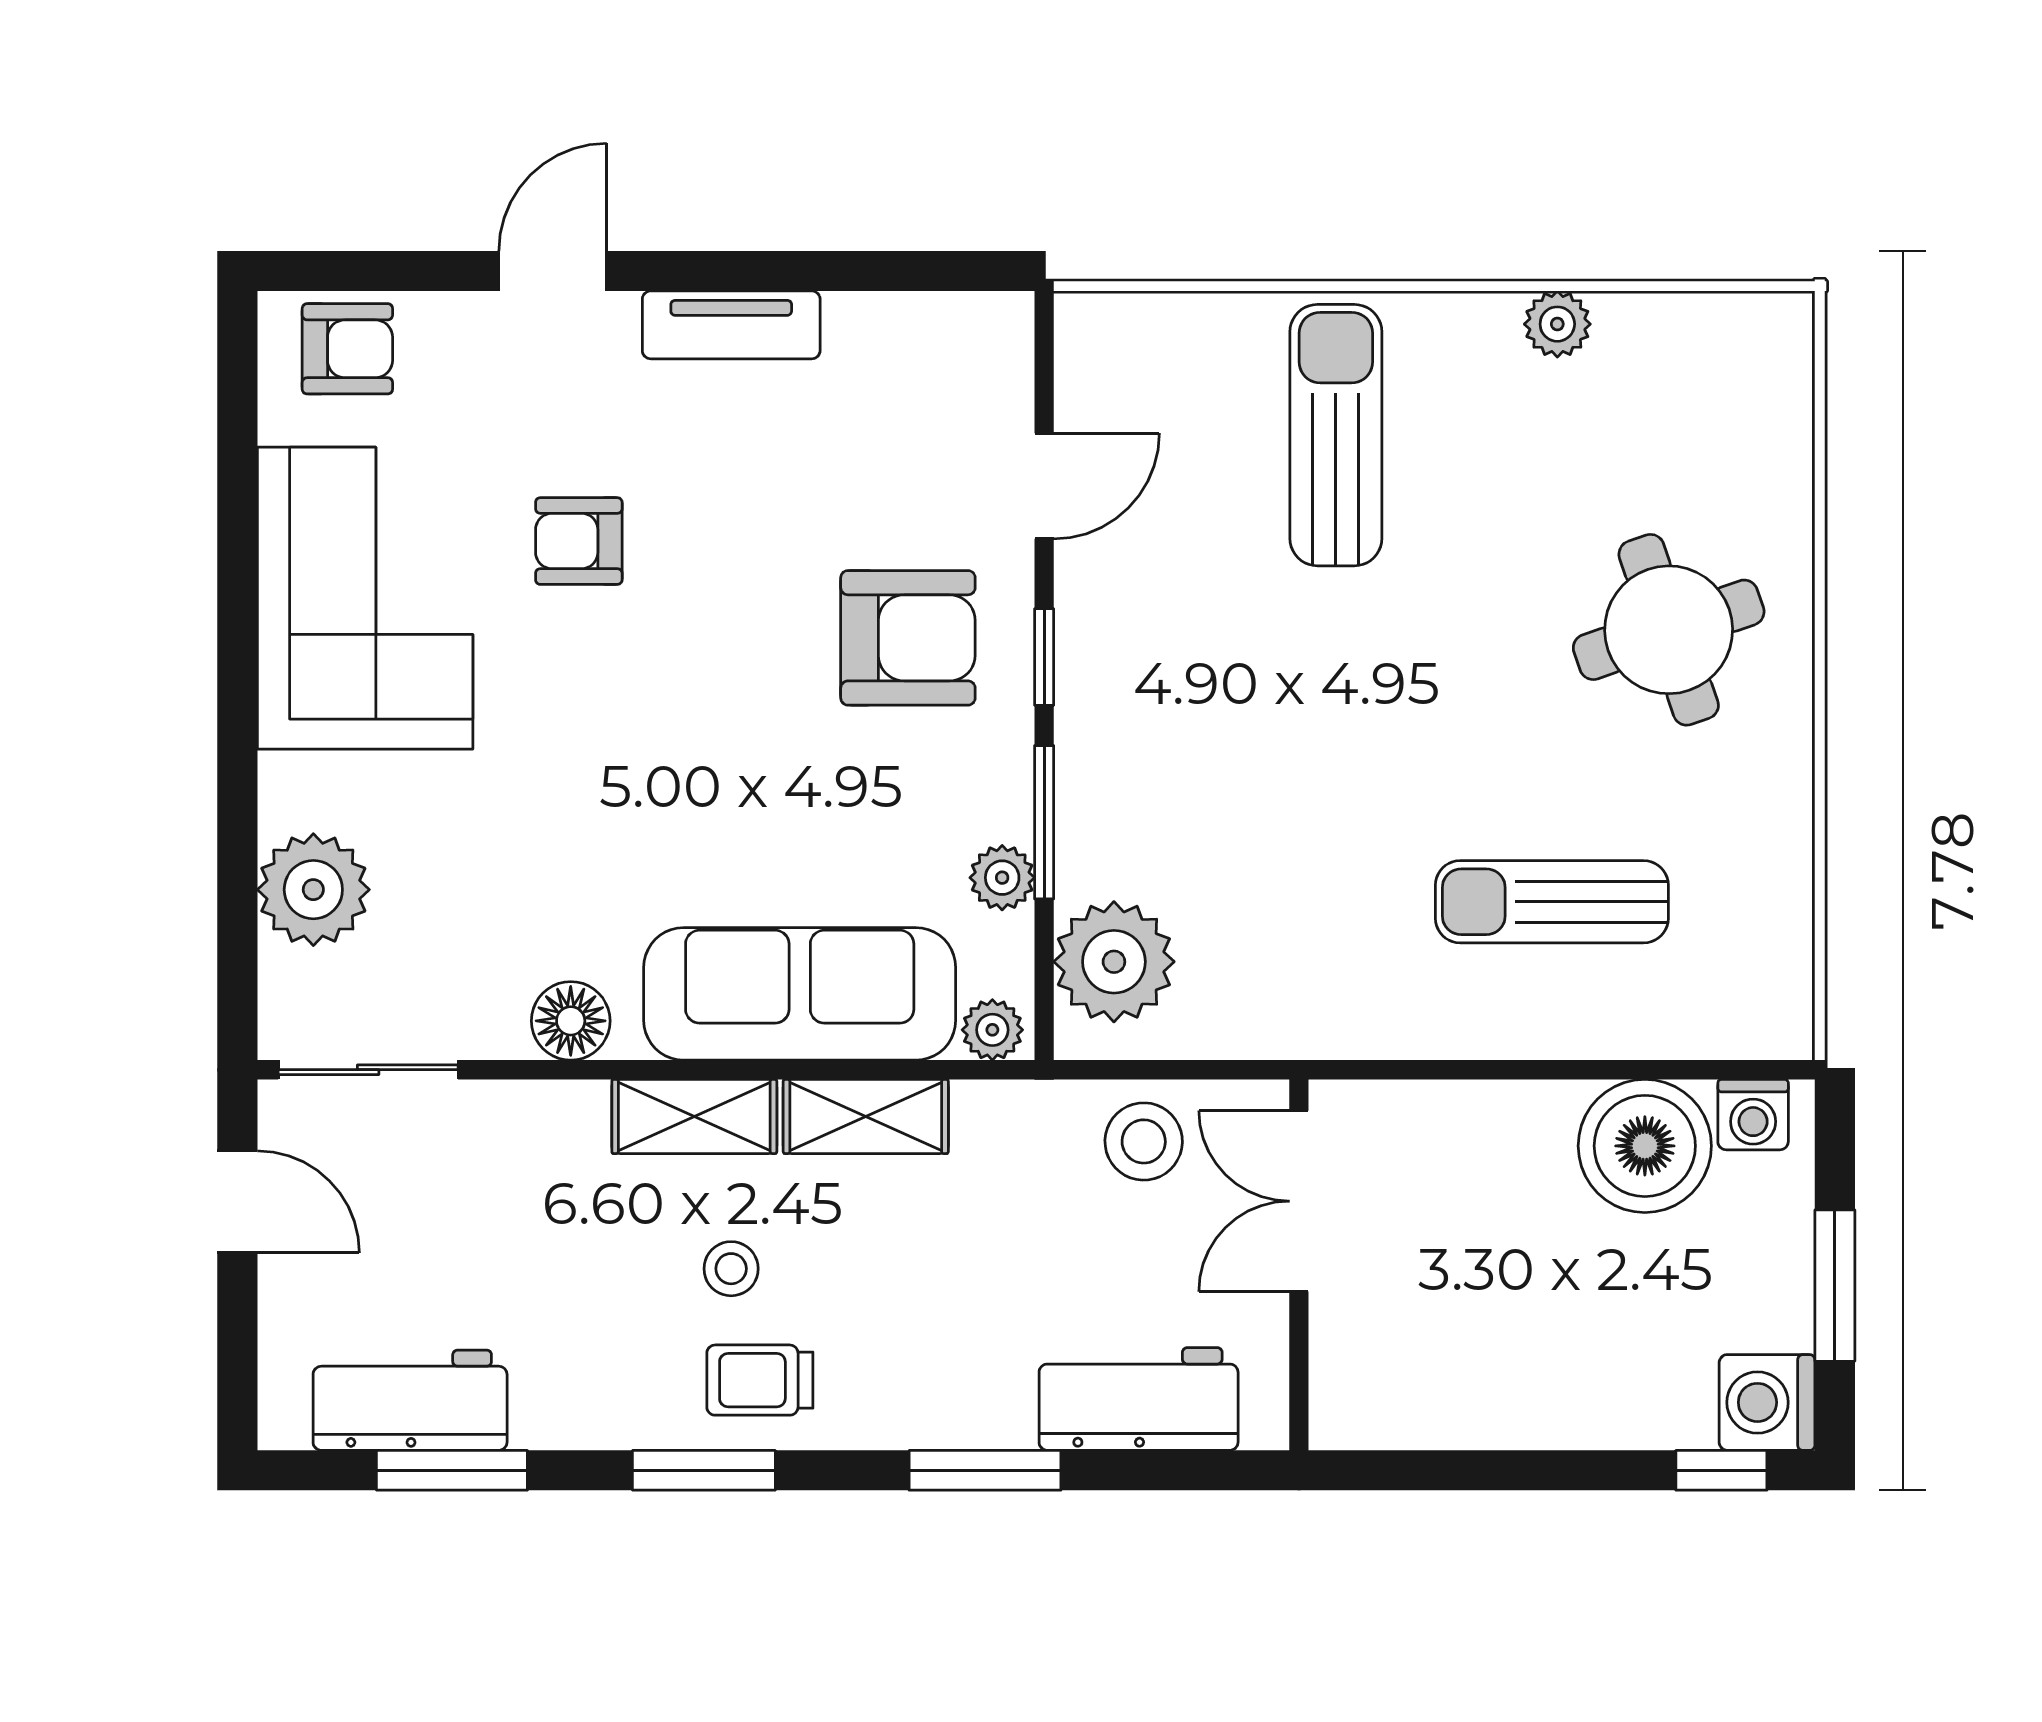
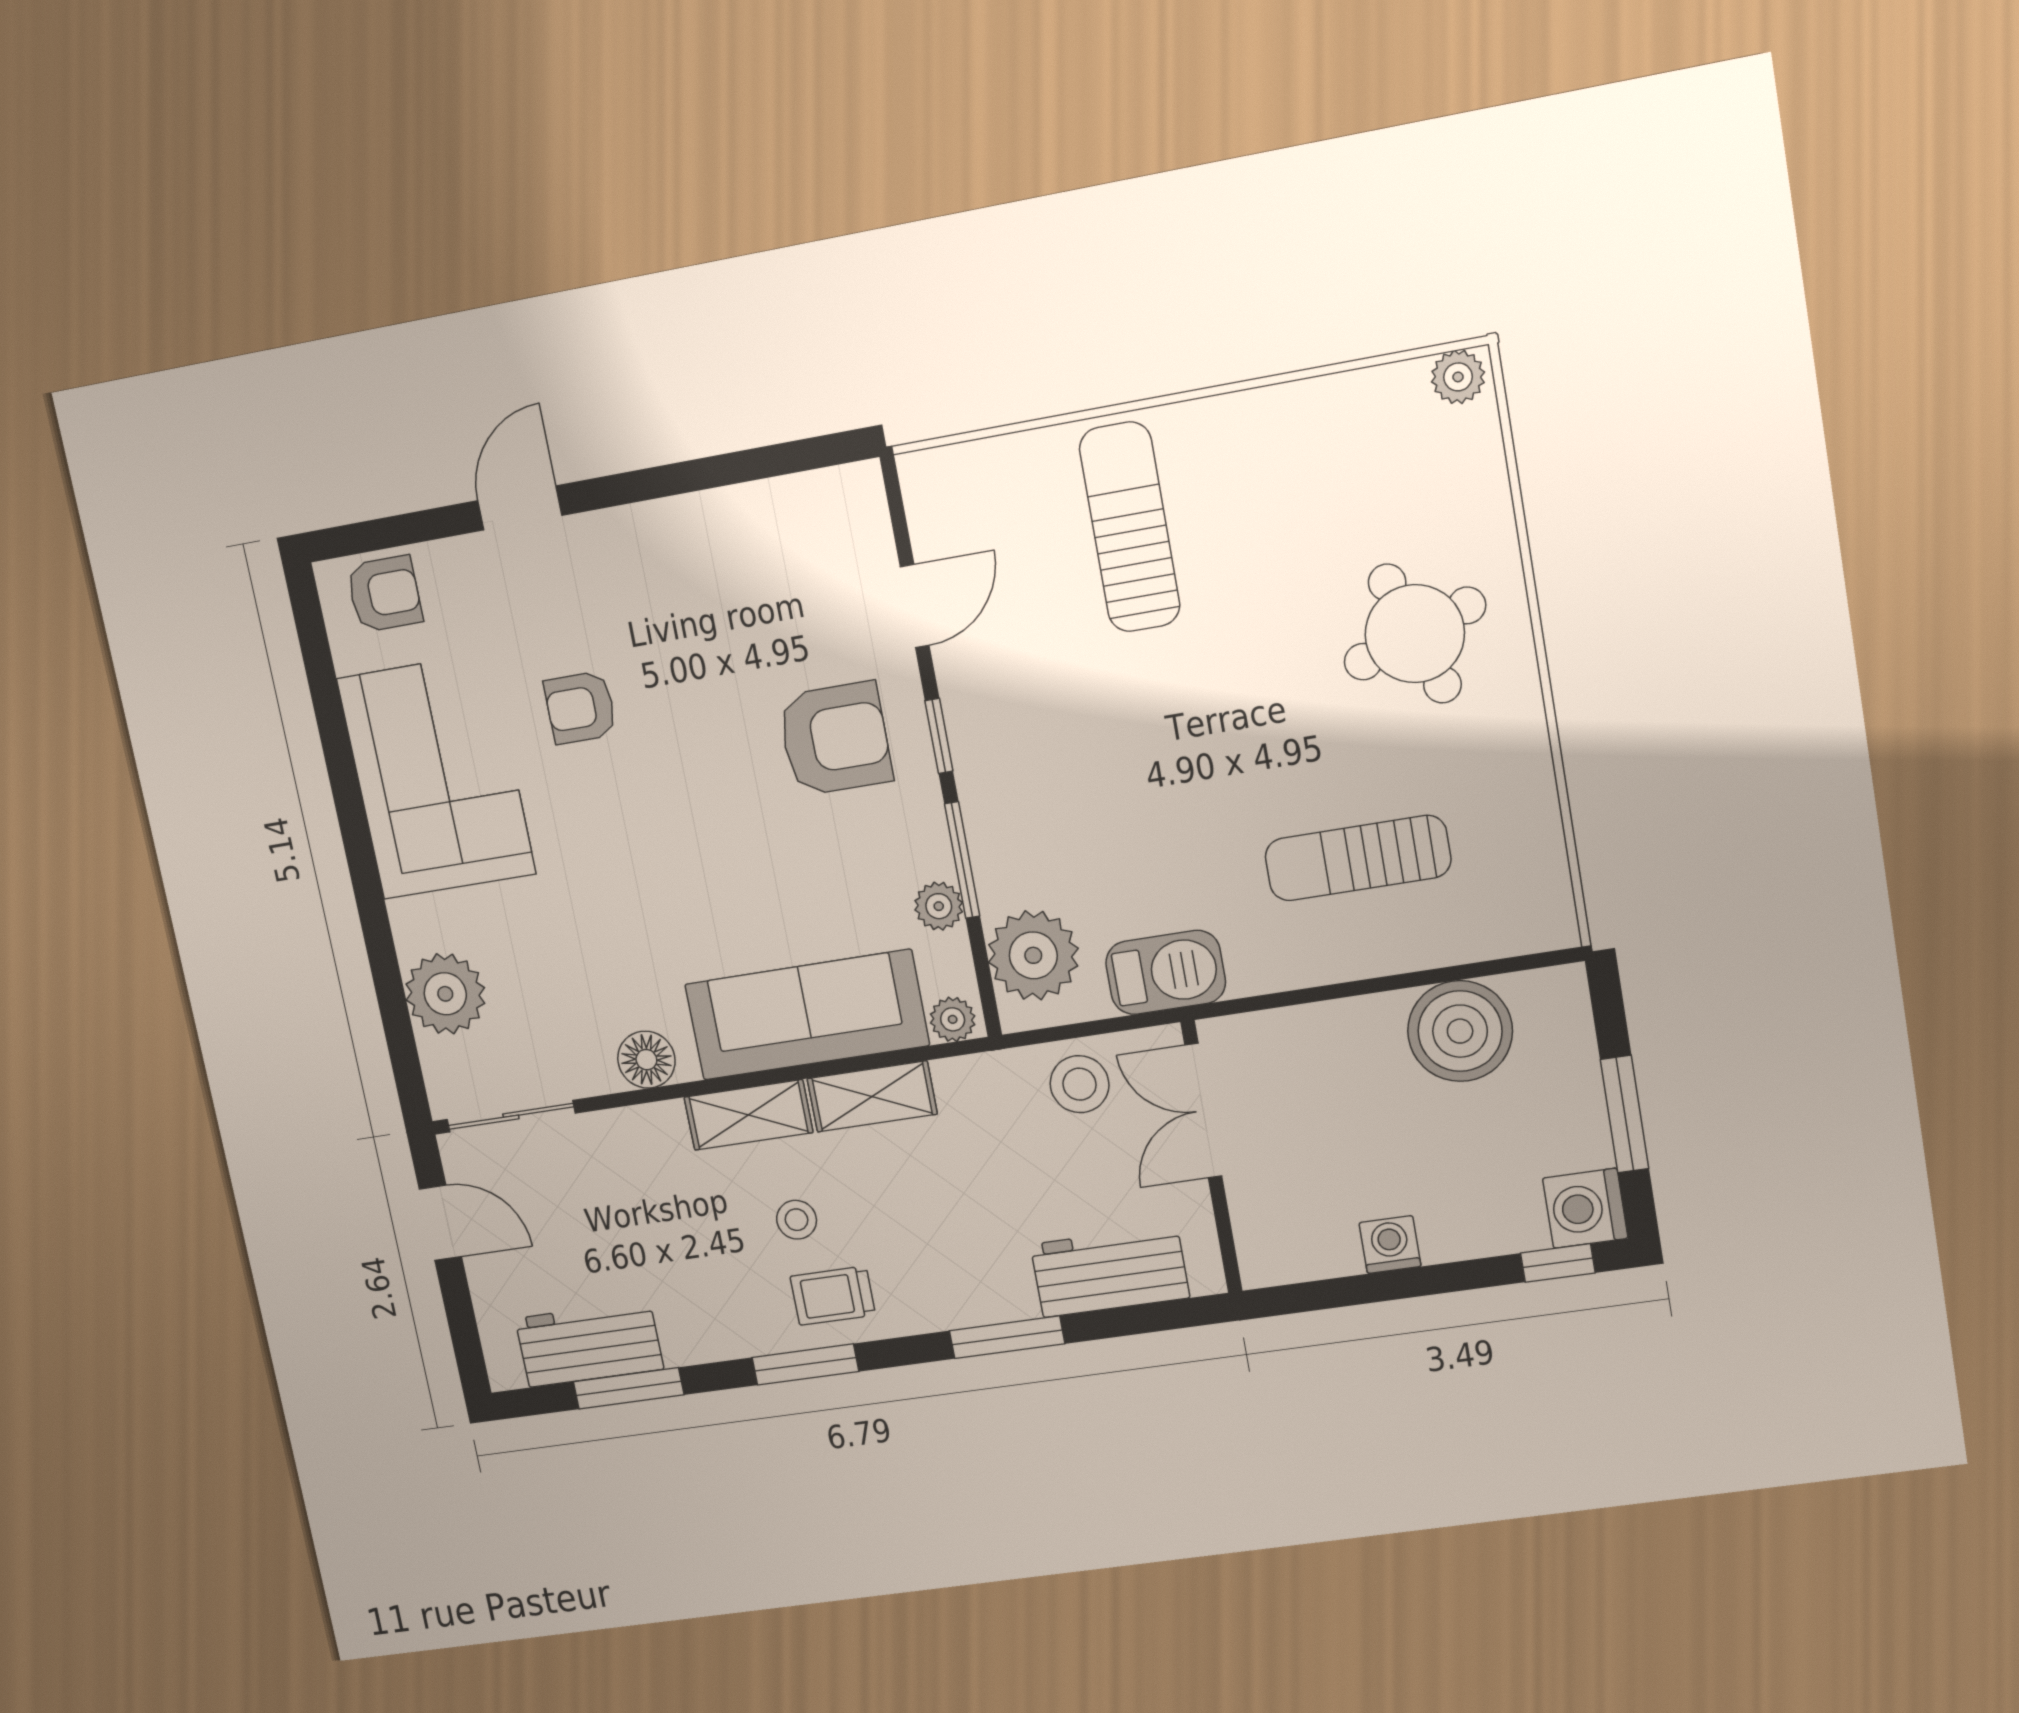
plant: (1557, 324) -> (1458, 377), moved
tv unit: (731, 325) -> (658, 525), removed
barbecue: (1282, 1011) -> (1166, 972), added
washing machine: (1753, 1115) -> (1390, 1245), moved, turned 180

